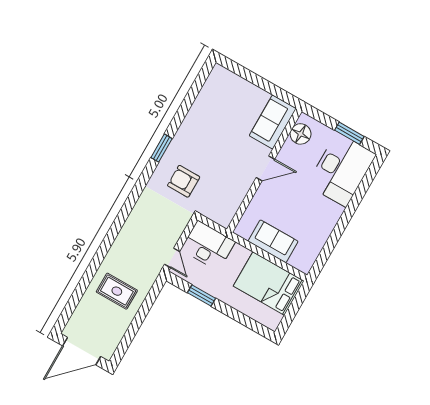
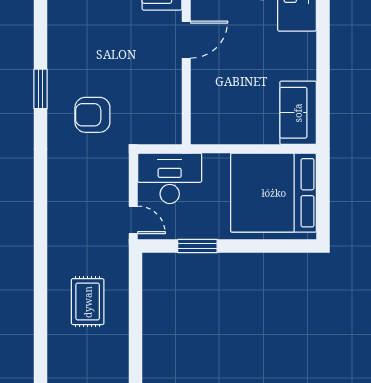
sofa: (273, 241) -> (298, 113), moved, turned -90
bed: (269, 283) -> (274, 193), width x1.36
rug: (117, 291) -> (88, 302), turned 90

